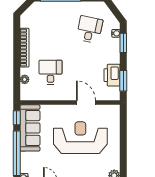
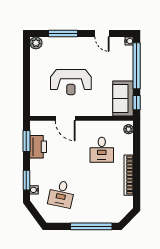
plant: (25, 79) -> (129, 129), moved
sofa: (30, 128) -> (123, 98), width x0.73
reception desk: (80, 138) -> (71, 82), width x0.74, depth x0.77

